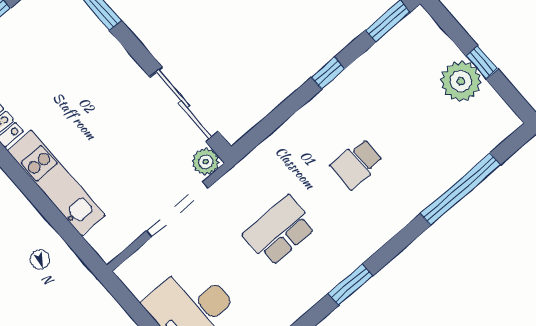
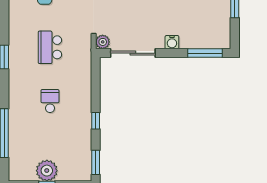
water cooler: (120, 62) -> (172, 42), added
school desk: (280, 231) -> (50, 47), turned 180

